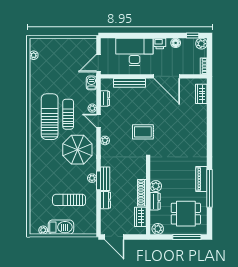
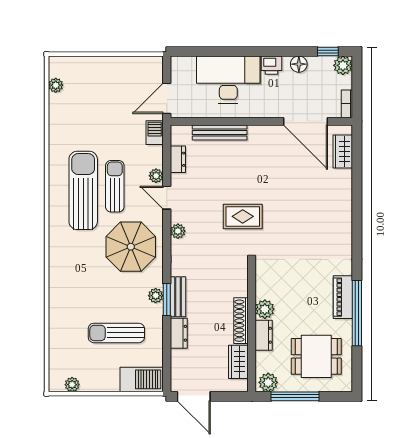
door: (167, 76) -> (306, 121), moved
barbecue: (61, 227) -> (142, 379), moved
window: (187, 237) -> (295, 396), moved

